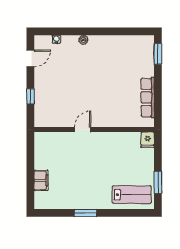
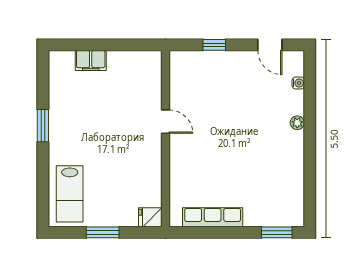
window: (158, 182) -> (103, 232), moved

